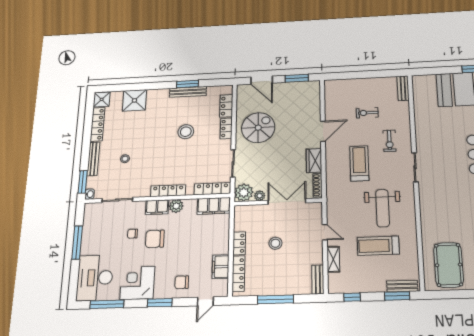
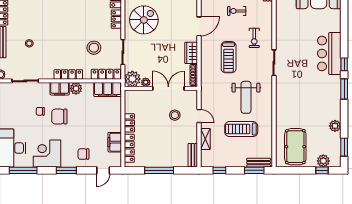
stool: (186, 132) -> (94, 48), moved
treadmill: (359, 163) -> (229, 57), turned 180
stool: (275, 243) -> (175, 115), moved

